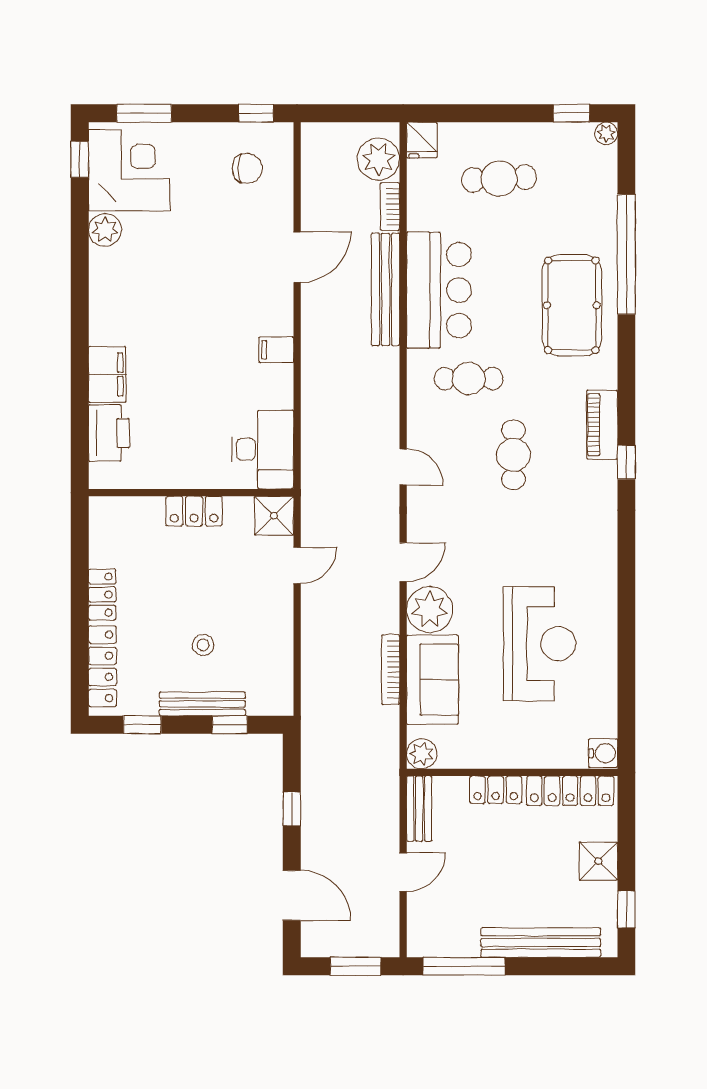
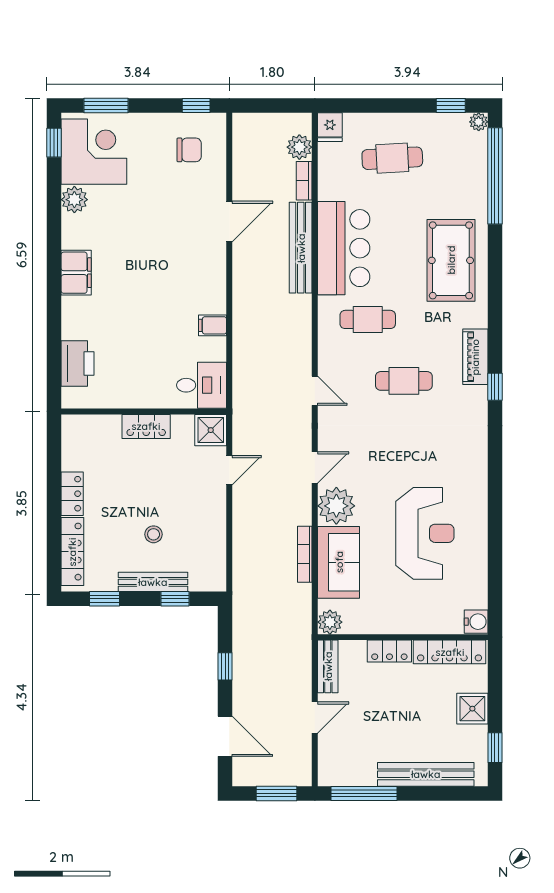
plant: (378, 159) -> (299, 147), width x0.73, depth x0.73
window: (626, 254) -> (495, 176), moved
filing cabinet: (276, 350) -> (213, 325), moved
filing cabinet: (107, 374) -> (76, 273), moved
desk: (263, 449) -> (202, 385), width x0.73
cafe table: (513, 455) -> (404, 381), turned 90

